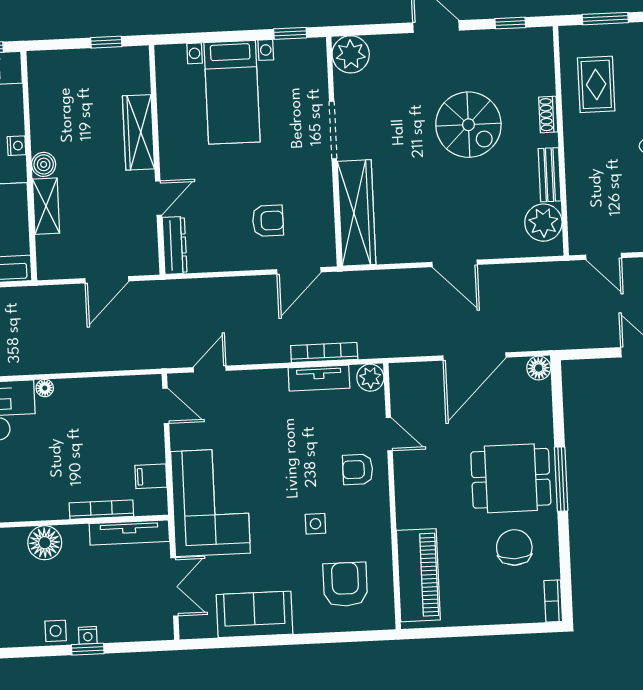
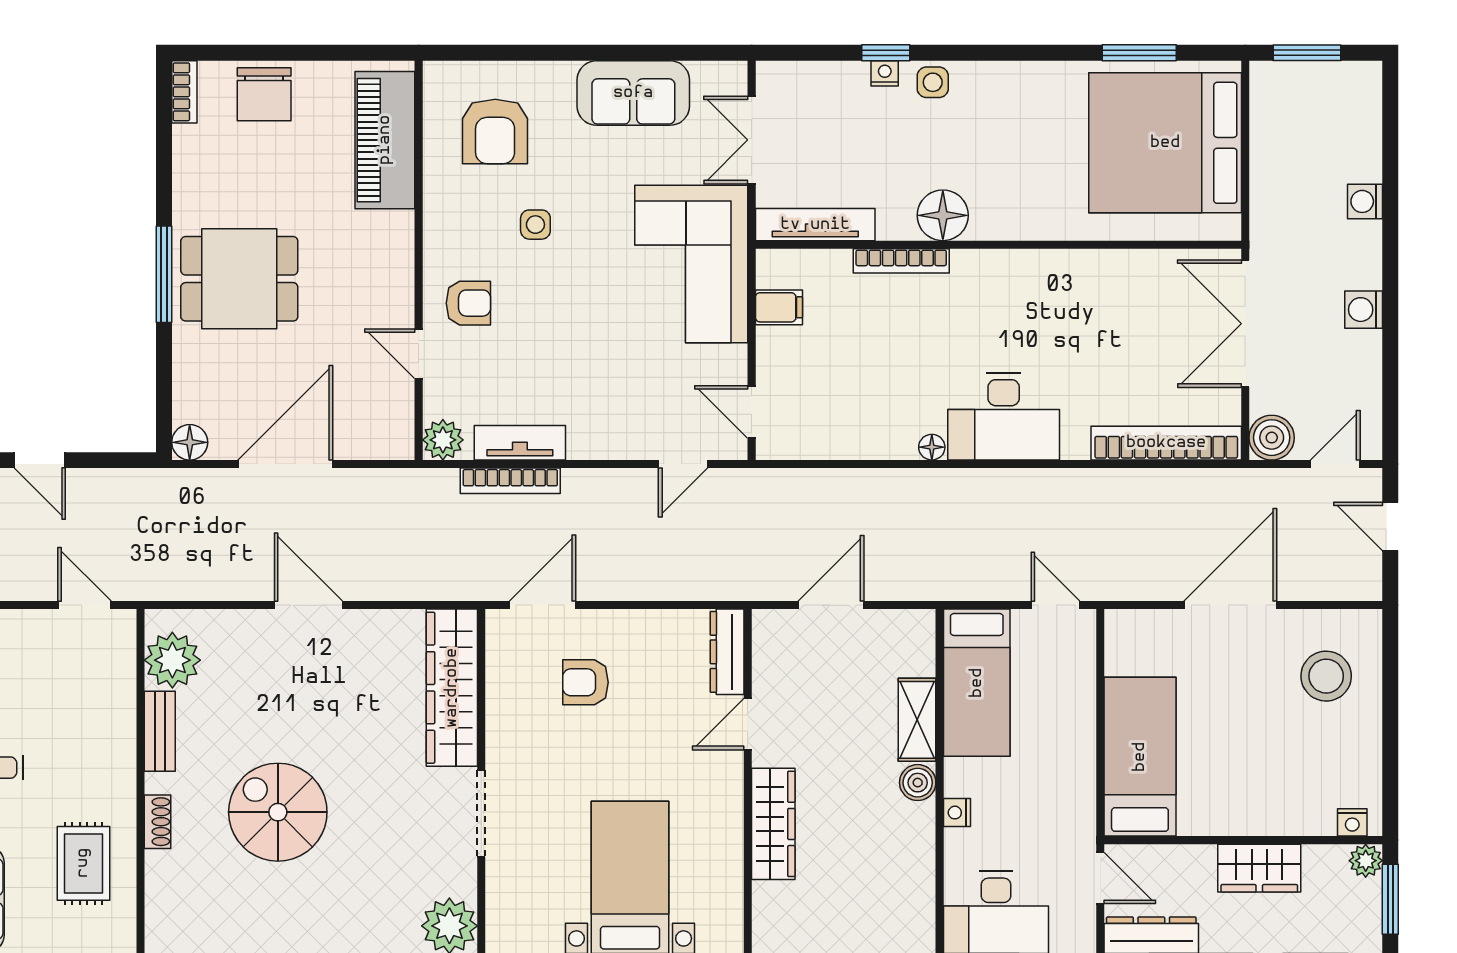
bookcase: (101, 510) -> (901, 261), moved
chair: (514, 547) -> (264, 94), moved

